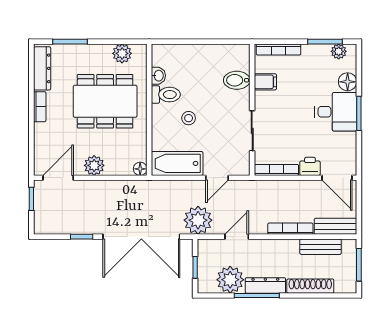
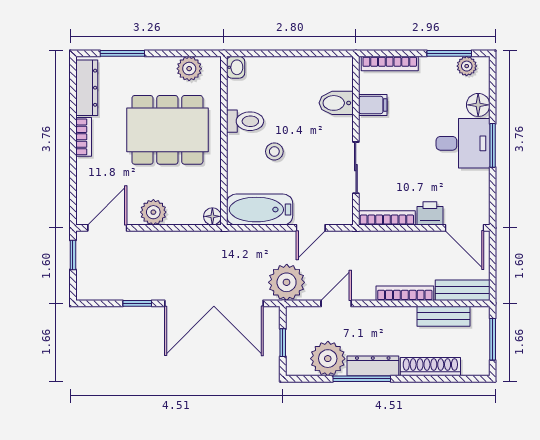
washbasin: (158, 76) -> (236, 67), moved

